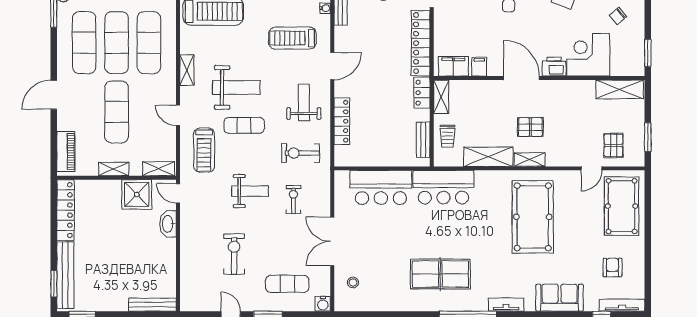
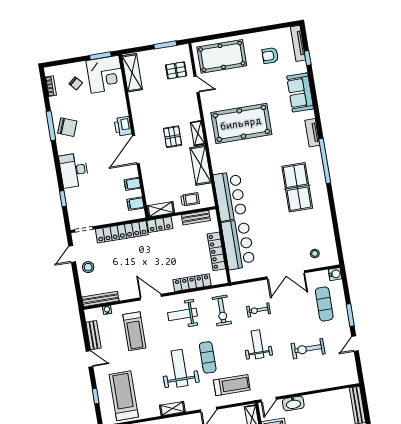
corner desk: (588, 55) -> (105, 74), moved, turned -90
filing cabinet: (453, 66) -> (135, 204), width x0.50
locker: (376, 159) -> (216, 251), added

